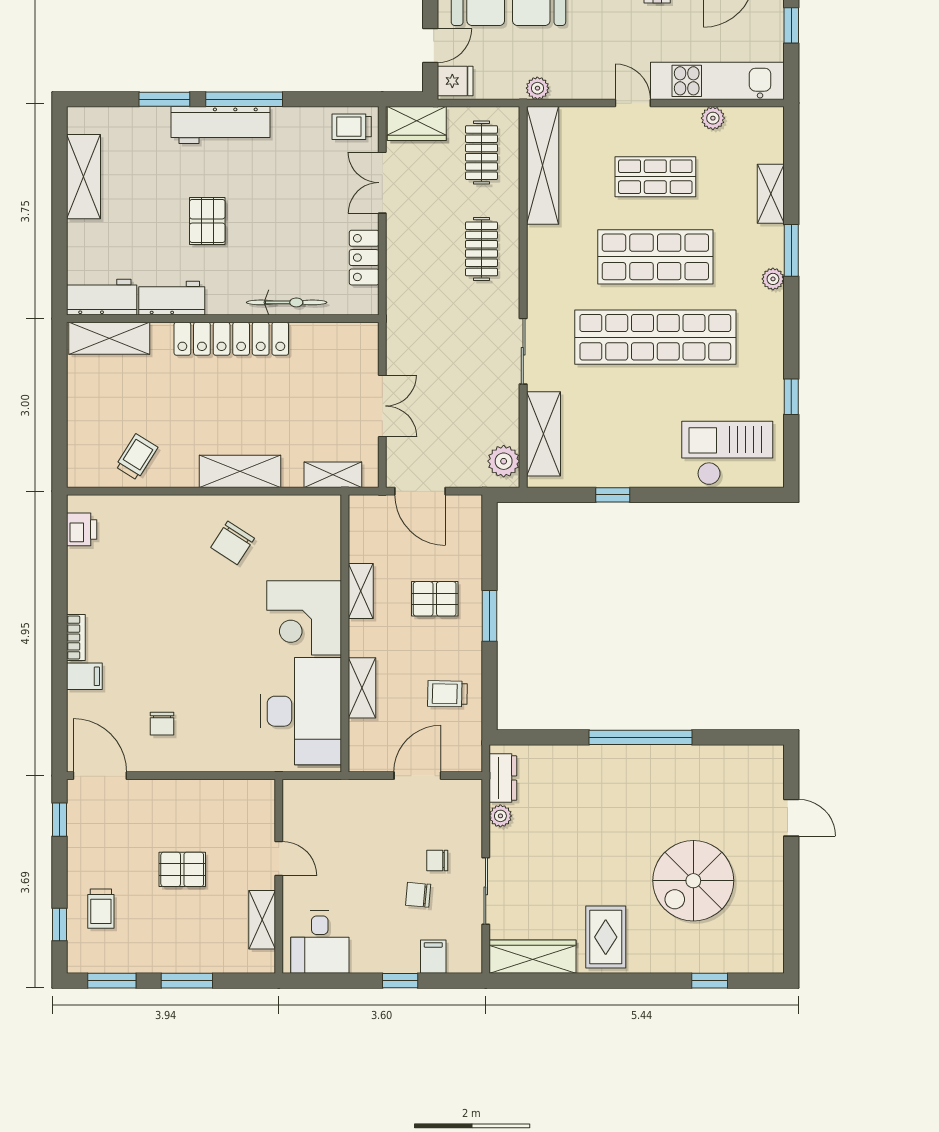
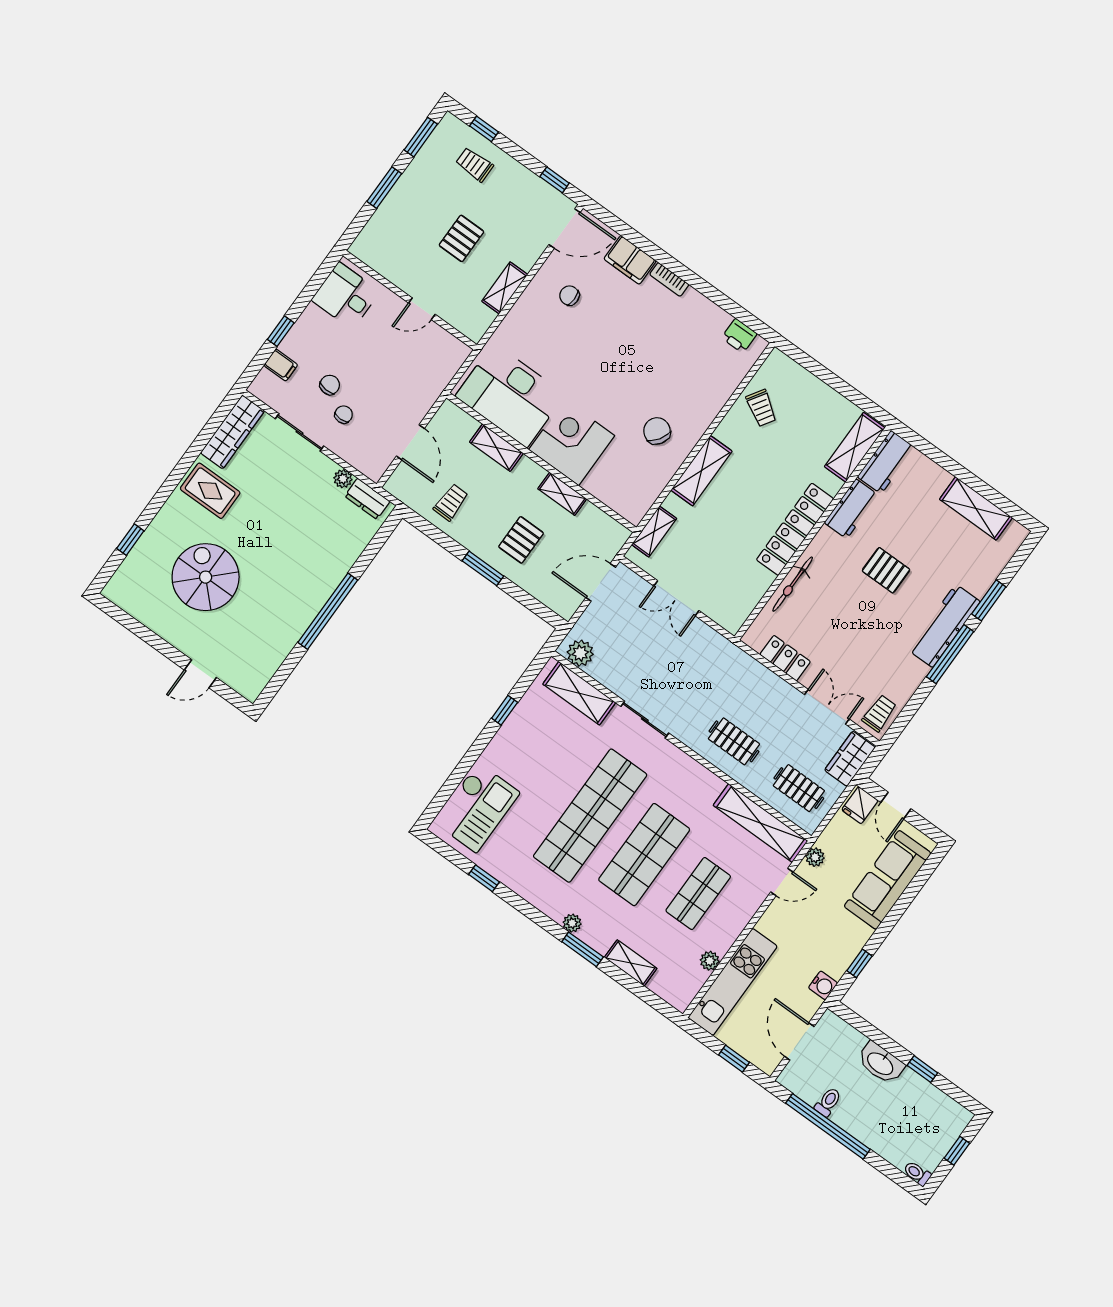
door: (633, 103) -> (782, 882), moved
filing cabinet: (84, 676) -> (630, 260), width x2.00
shelving: (262, 920) -> (505, 288), moved, turned 90

